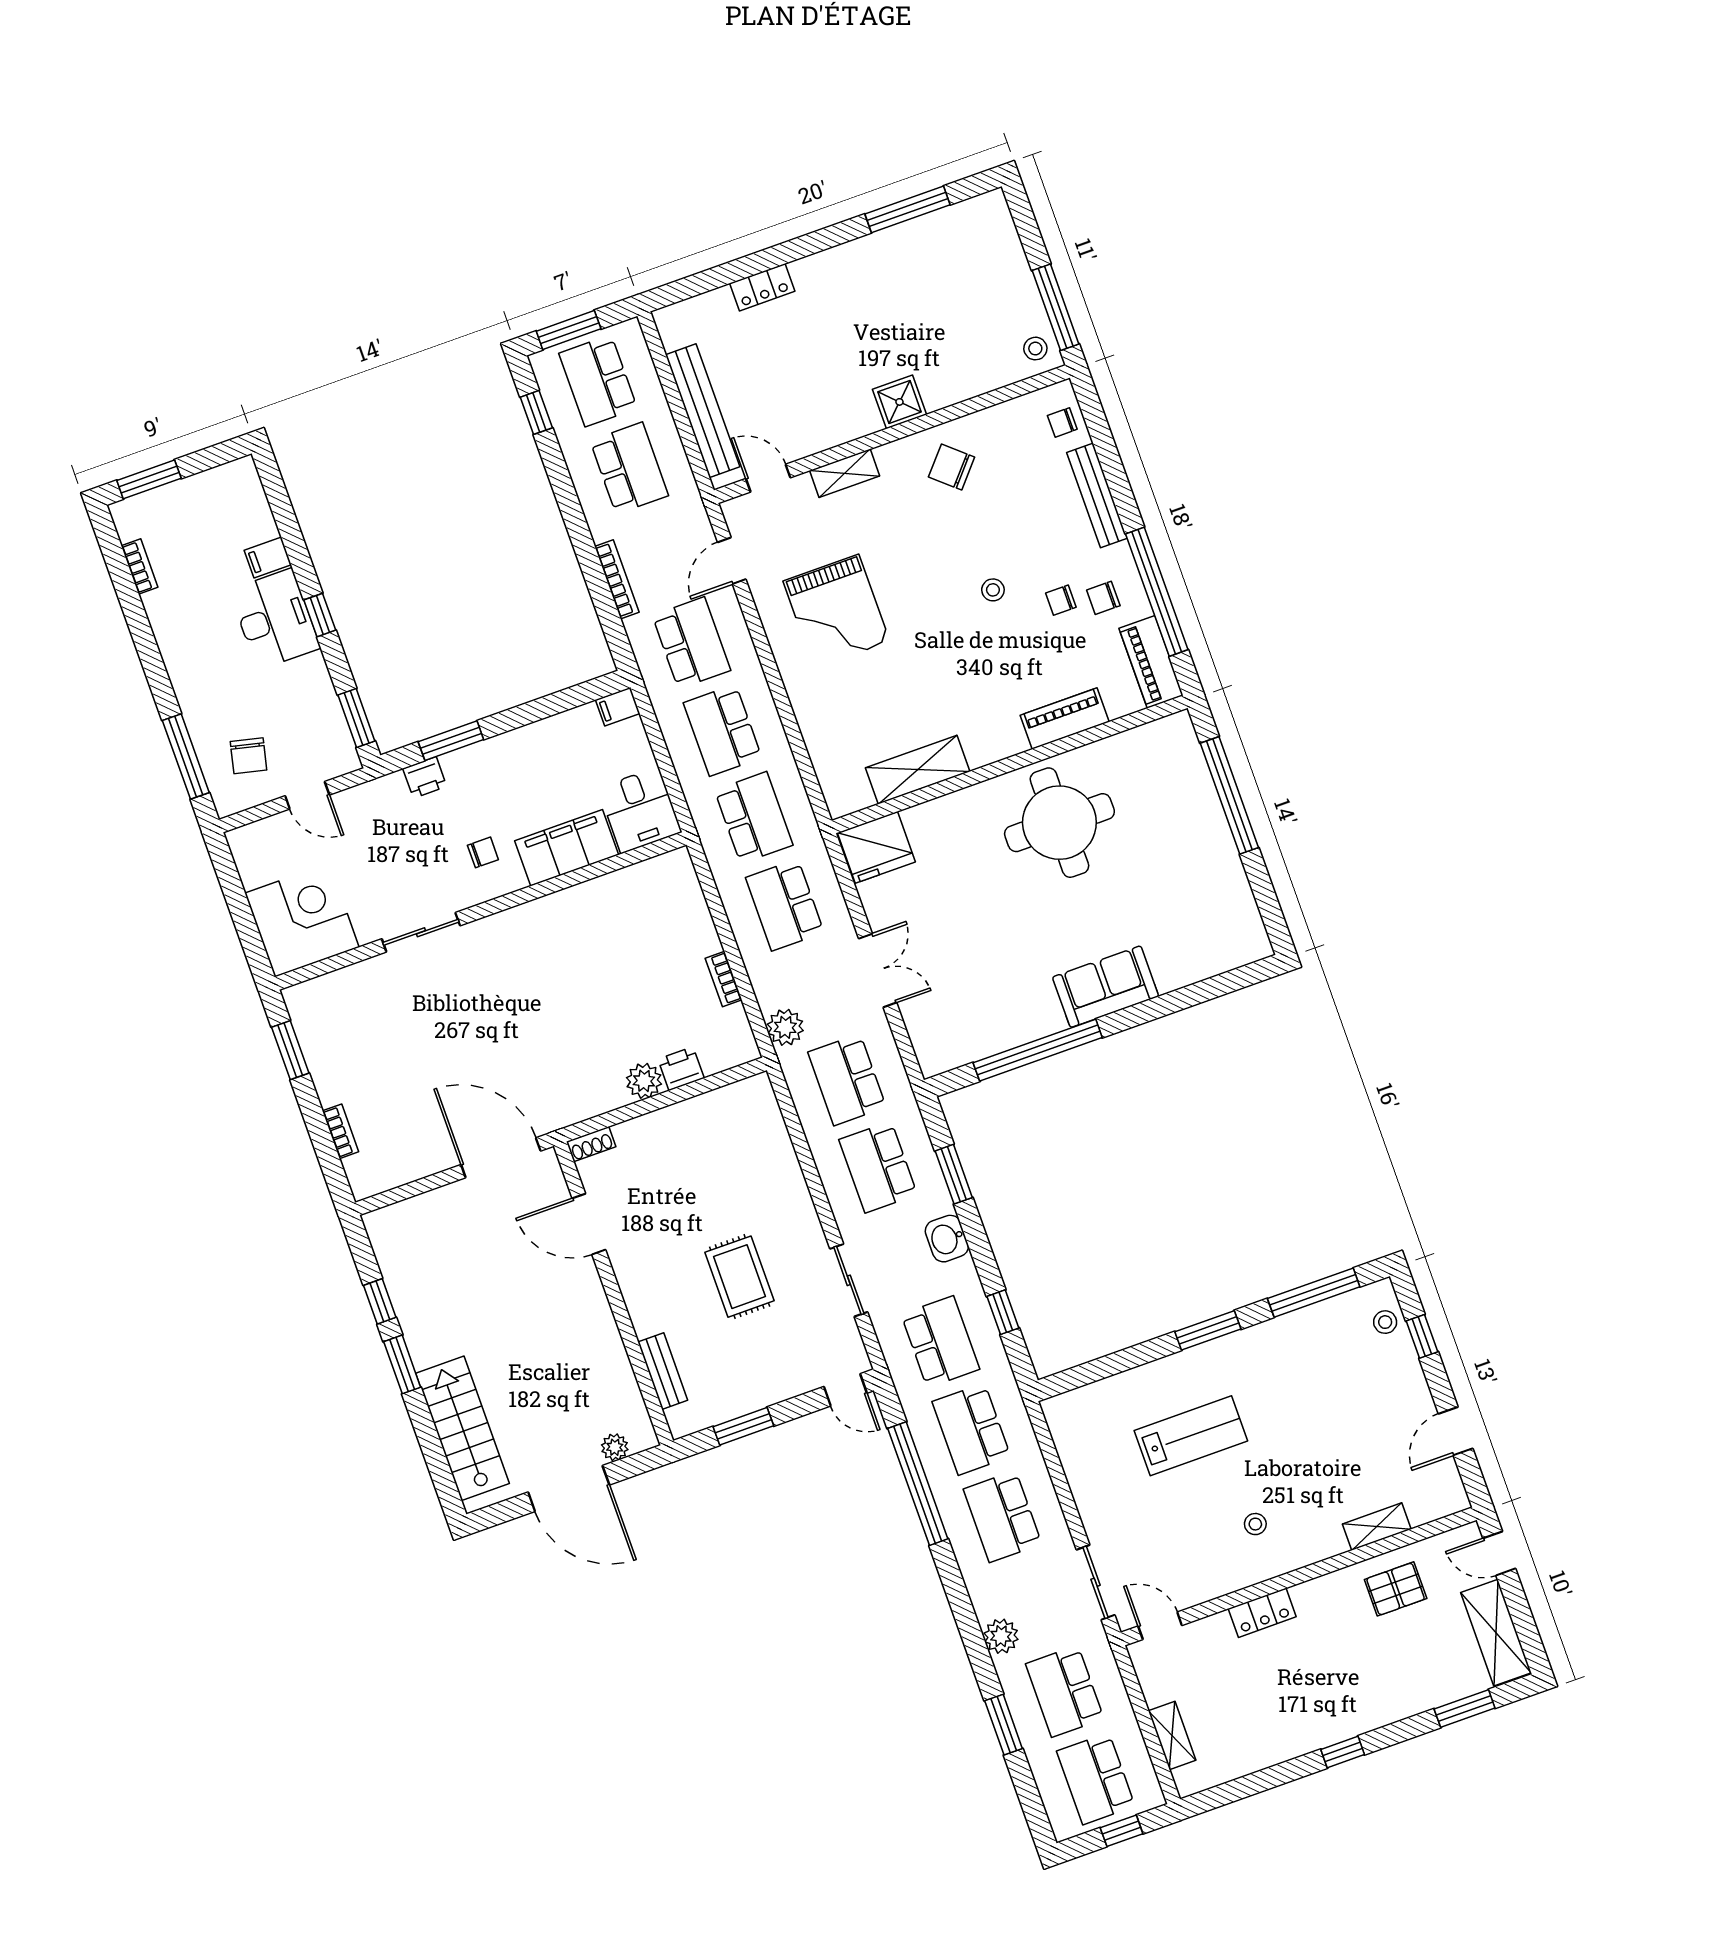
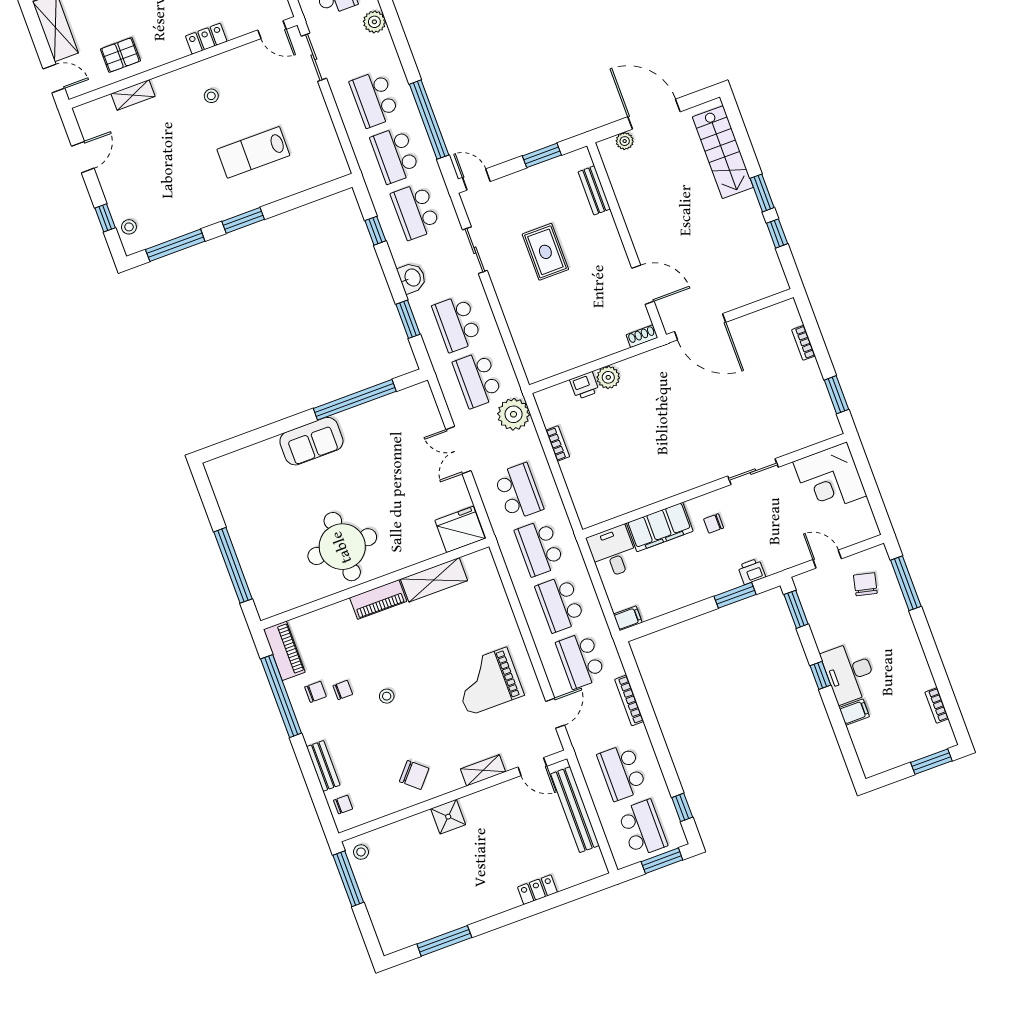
bench: (1097, 495) -> (323, 766), width x0.73
grand piano: (836, 611) -> (487, 681), turned -90
piano: (1065, 719) -> (378, 600), moved
school desk: (723, 730) -> (560, 604), turned 180
plant: (785, 1027) -> (514, 414), width x1.36, depth x1.36
school desk: (847, 1080) -> (477, 379), turned 180
school desk: (878, 1167) -> (457, 323), turned 180
school desk: (971, 1429) -> (395, 155), turned 180
school desk: (1003, 1517) -> (374, 99), turned 180

